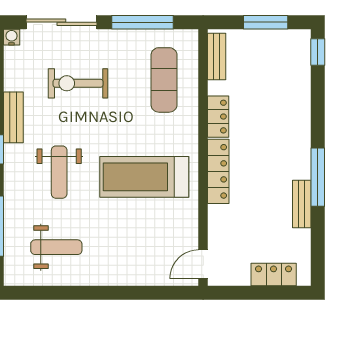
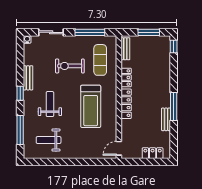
sliding door: (61, 22) -> (51, 32), width x0.73
exercise bike: (78, 83) -> (70, 66), moved
weight bench: (59, 172) -> (50, 104), turned 180
treadmill: (144, 177) -> (91, 106), turned -90
weight bench: (56, 247) -> (49, 140), turned 180

